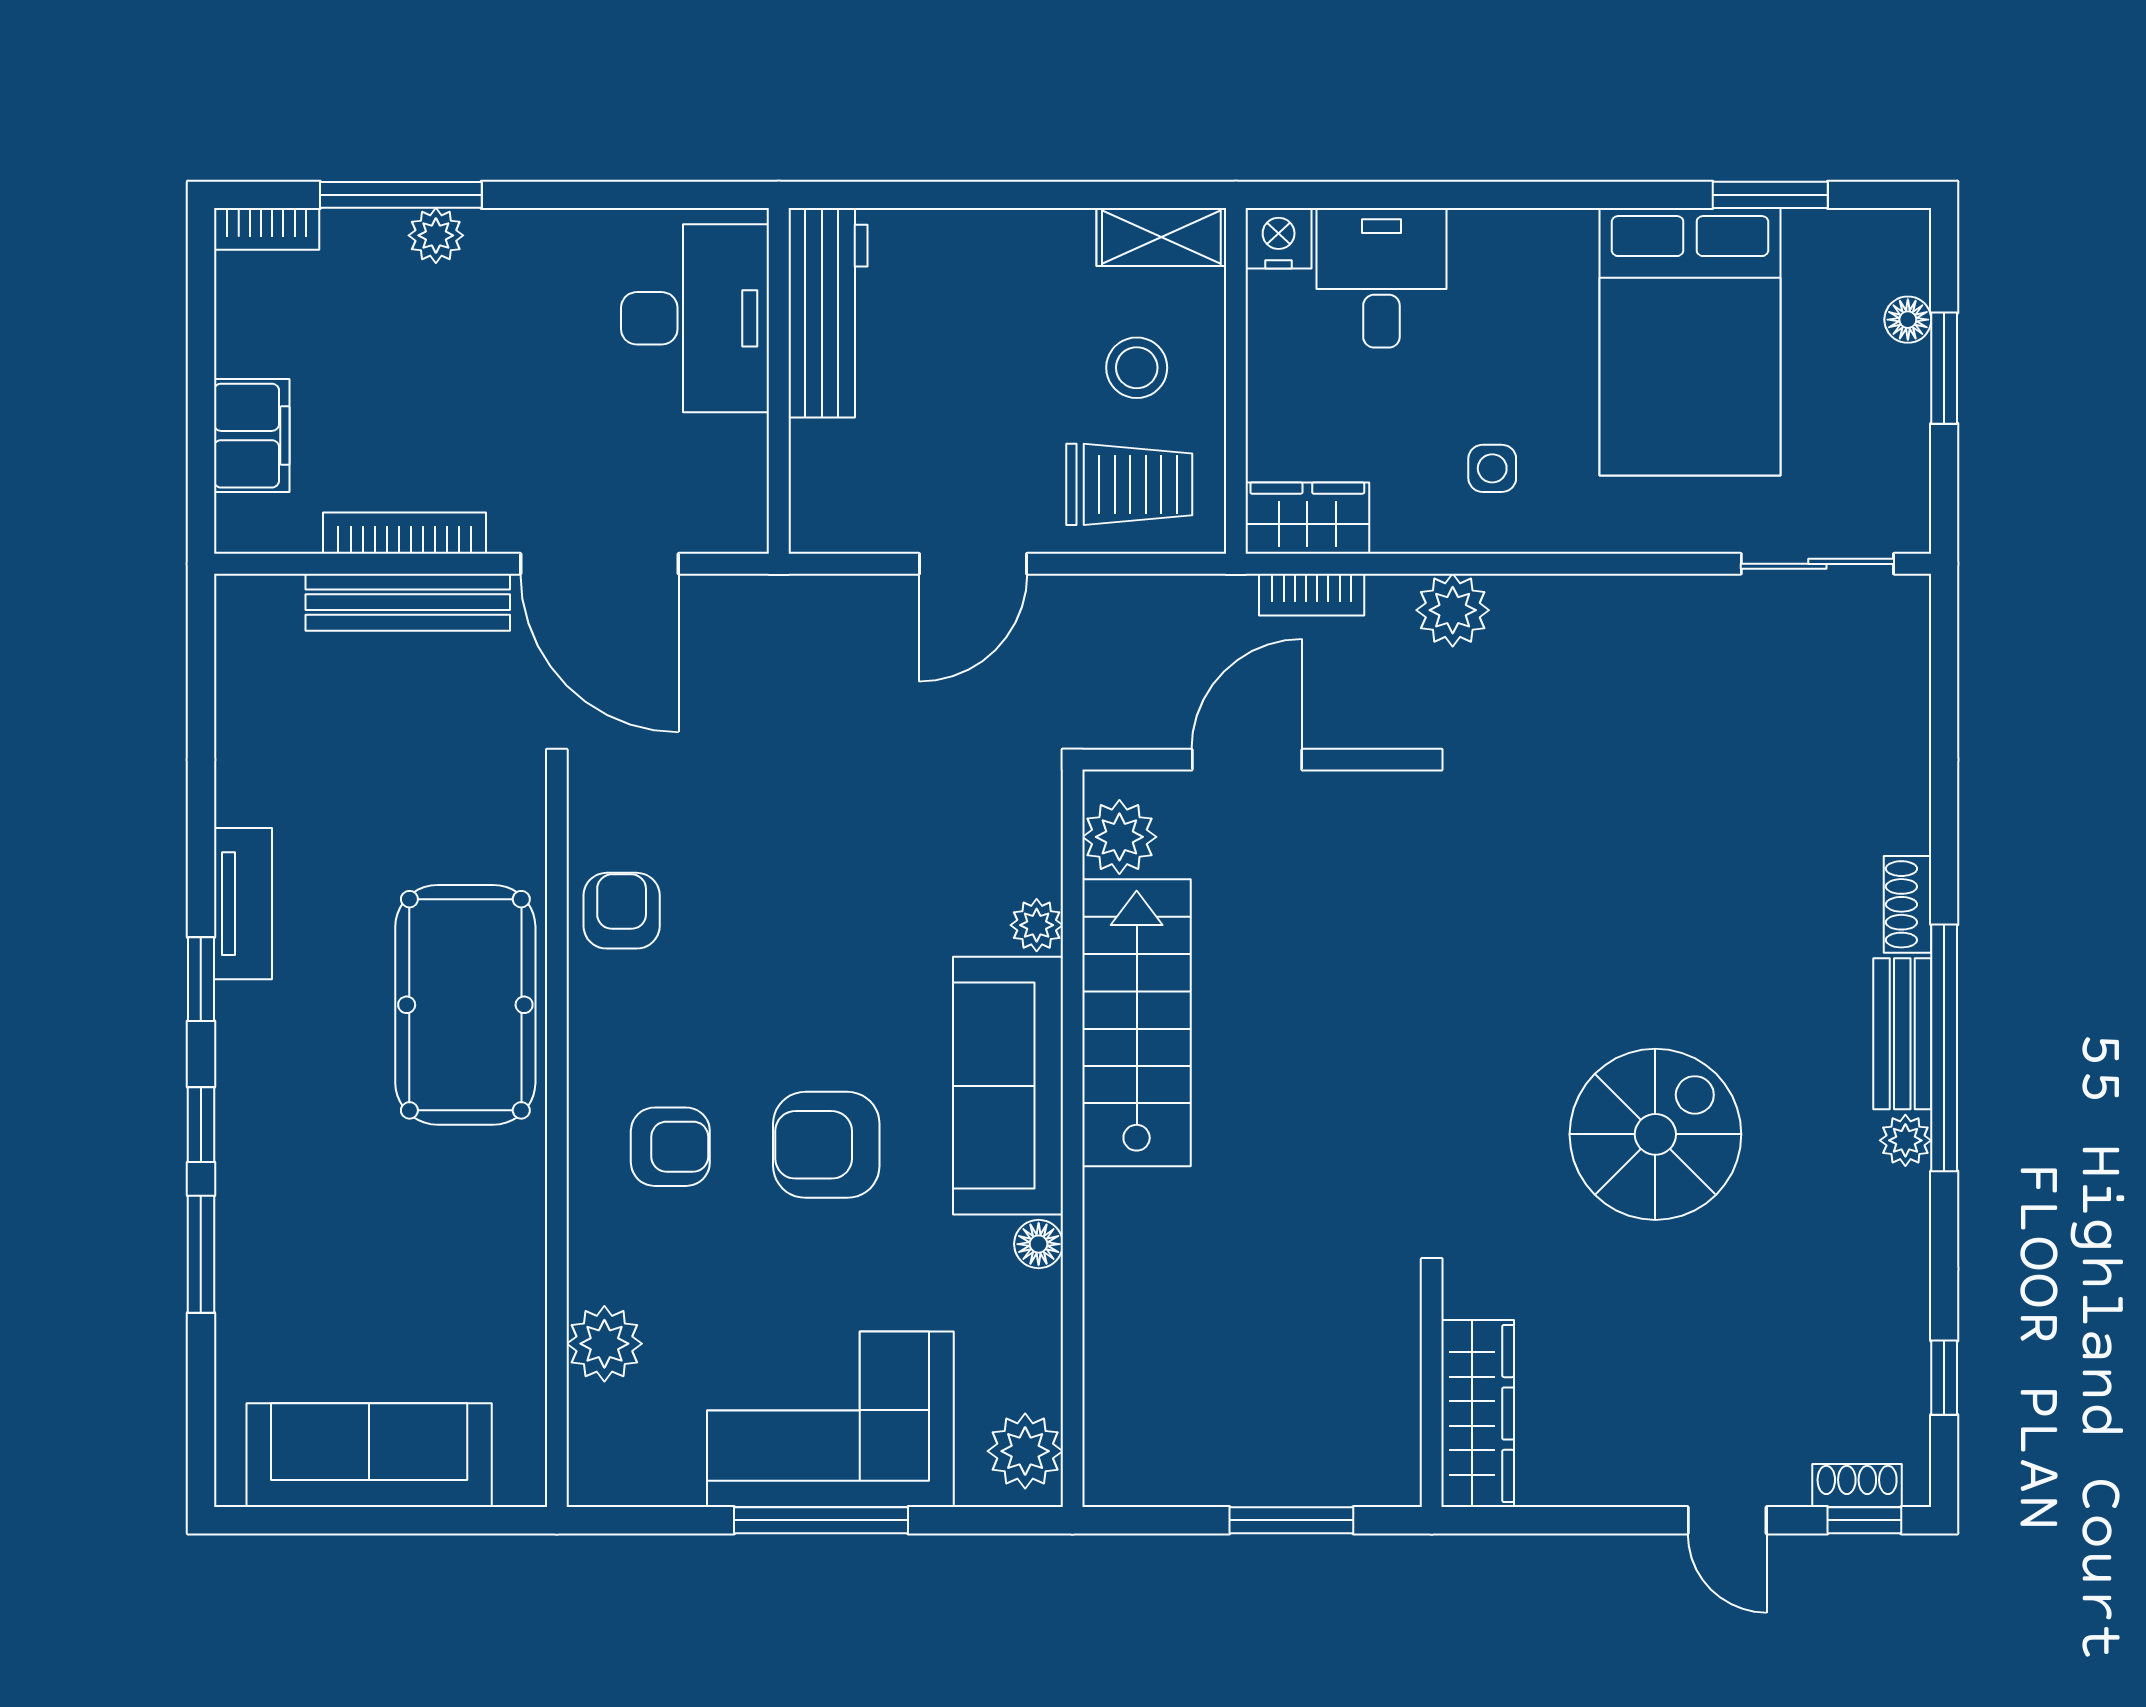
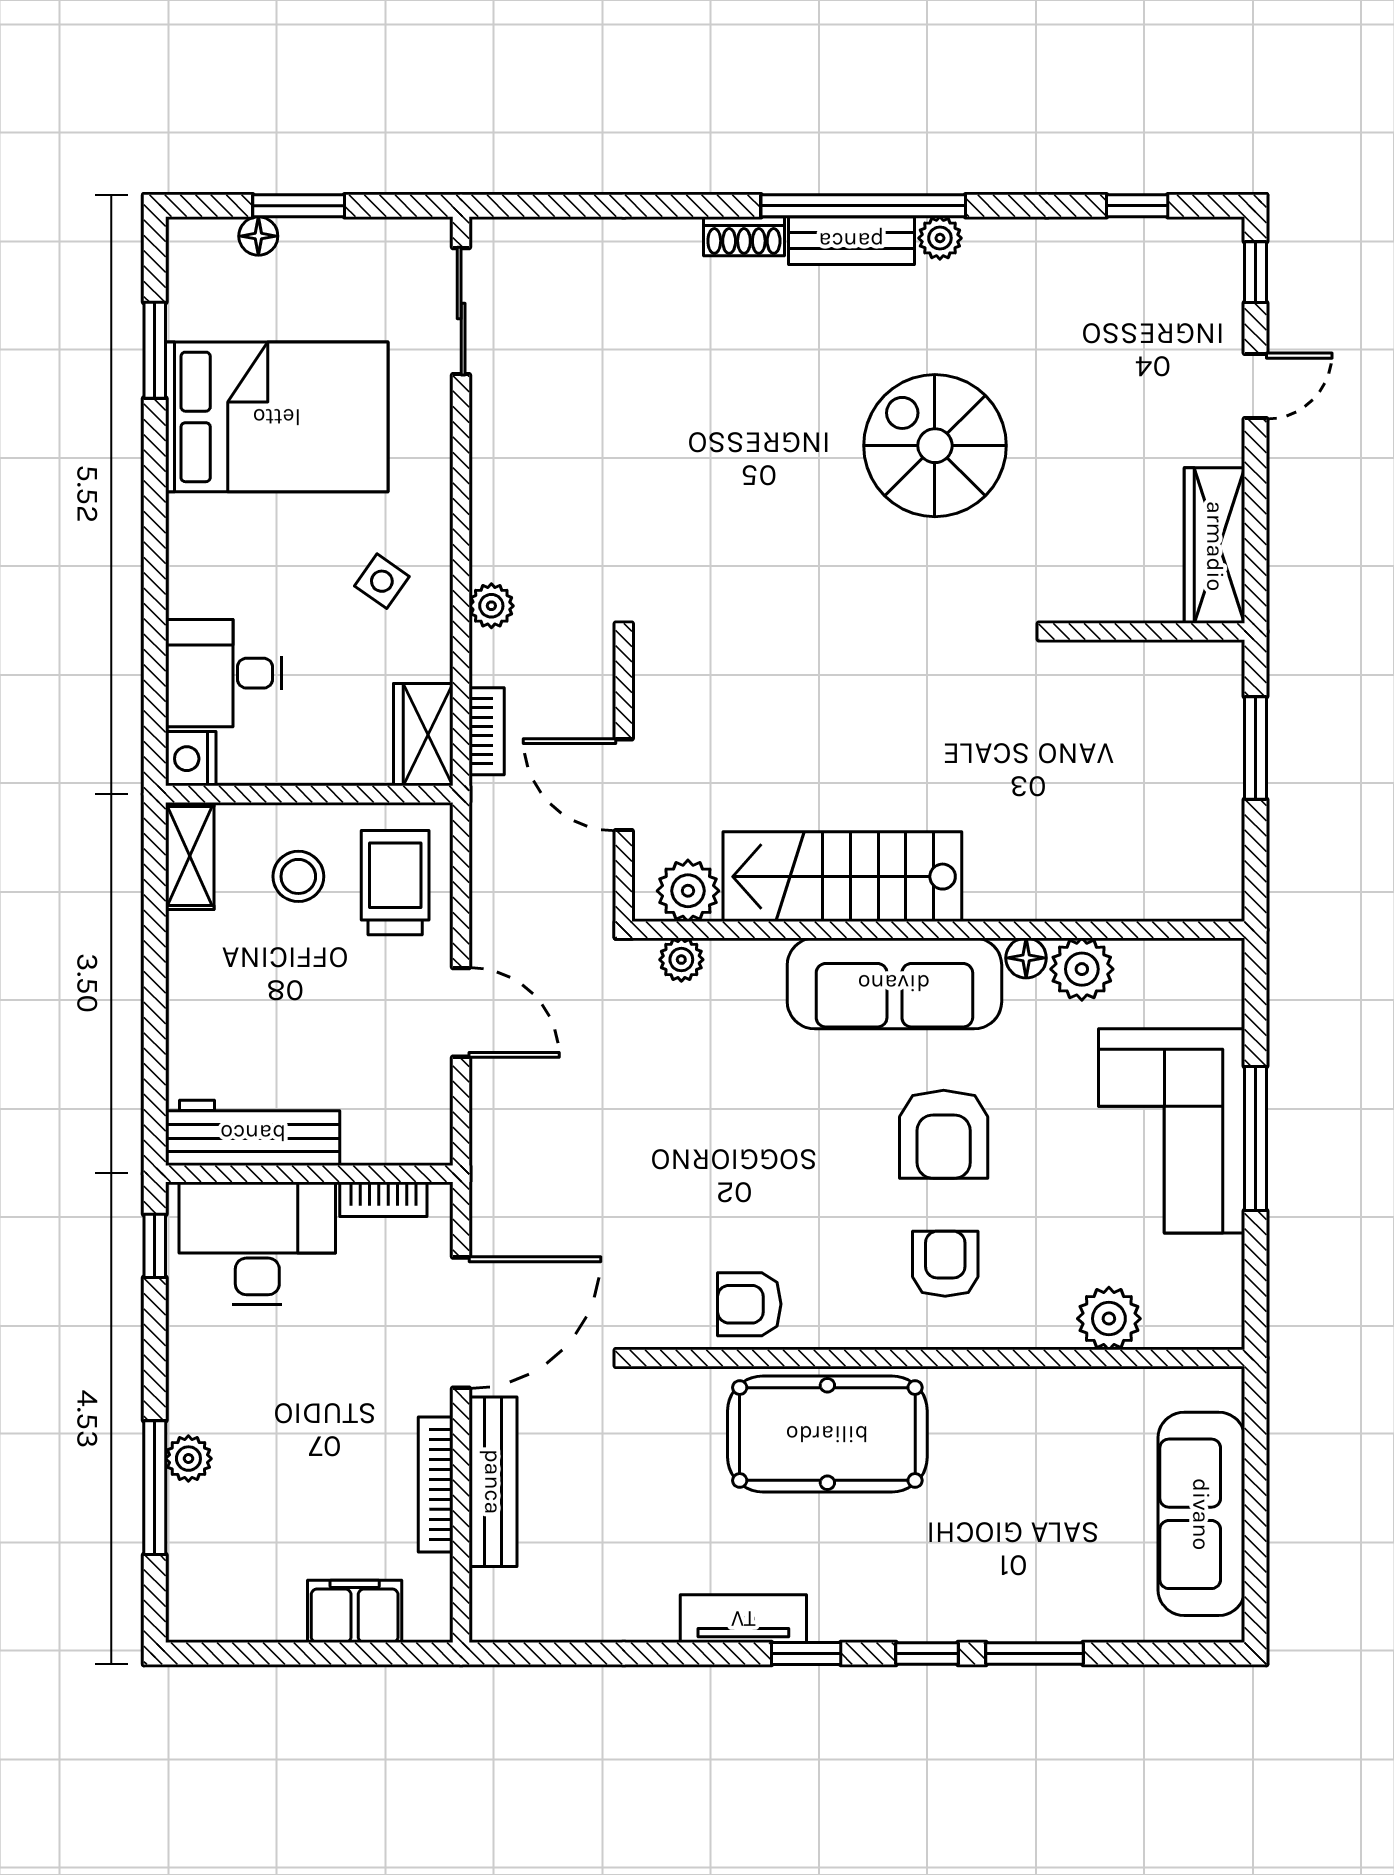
window: (692, 195) -> (155, 1246), added
bookcase: (267, 229) -> (383, 1199), moved, turned 90
side table: (1492, 468) -> (382, 581), turned 35
plant: (1453, 610) -> (491, 606), width x0.73, depth x0.73
plant: (1037, 925) -> (681, 960), moved
wardrobe: (1478, 1413) -> (1215, 546), moved, turned -90
plant: (1025, 1451) -> (1082, 969), moved
shoe rack: (1857, 1486) -> (1227, 278), removed

